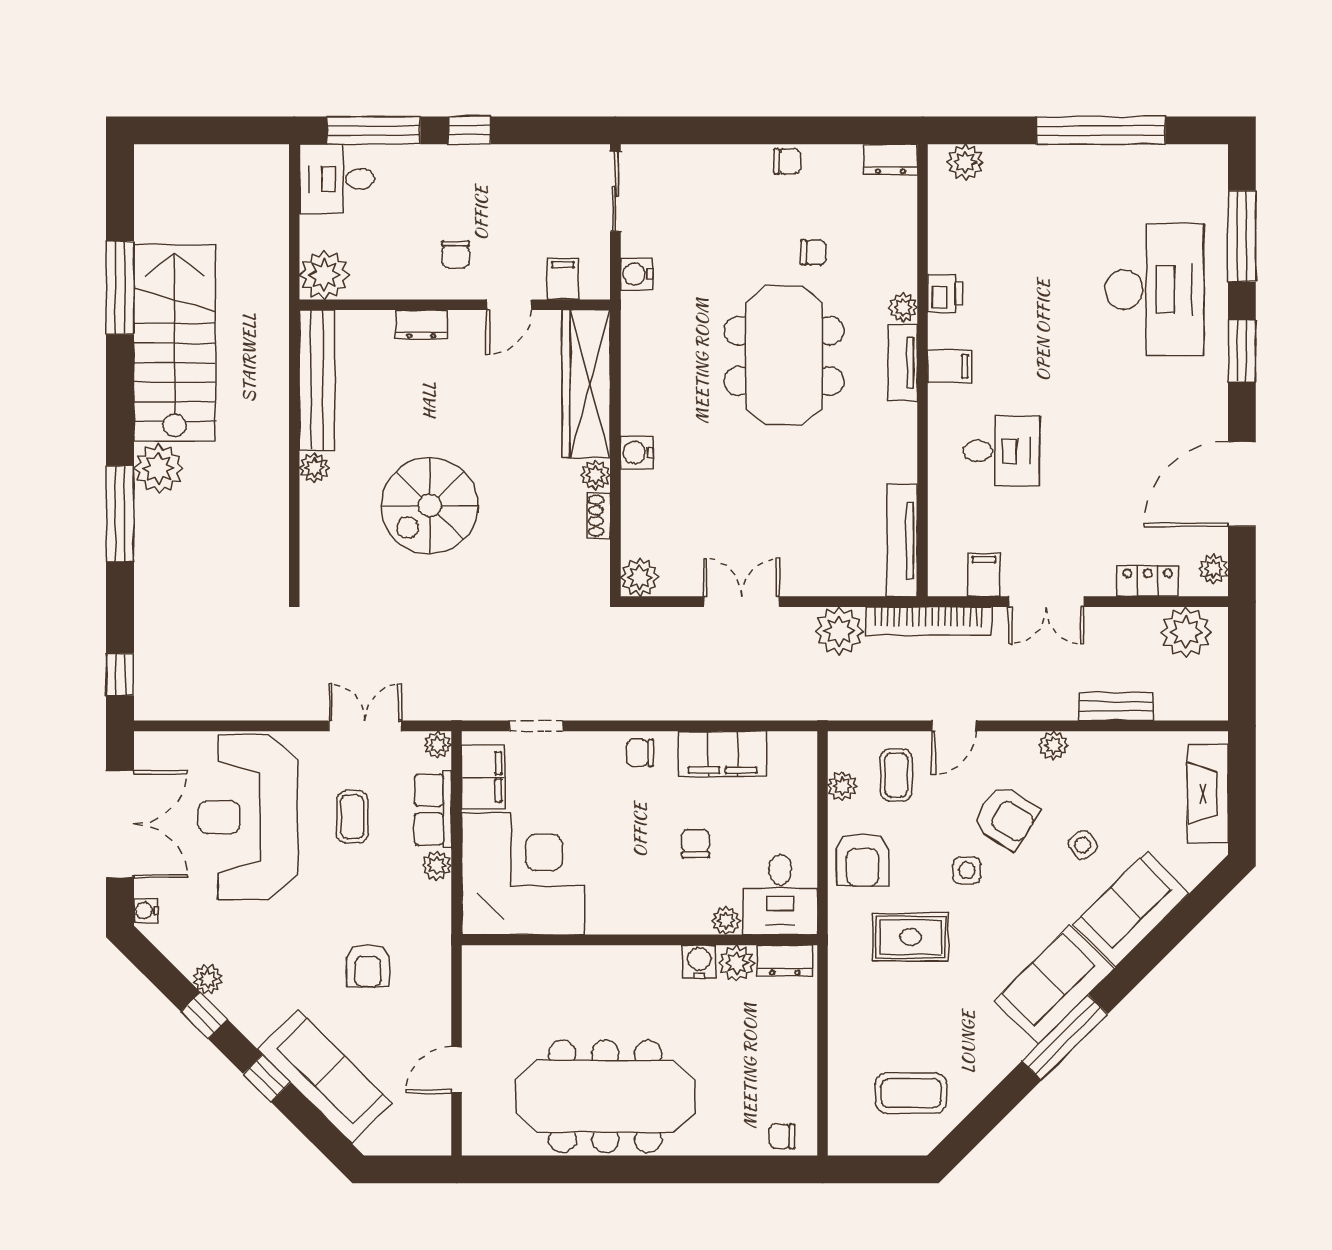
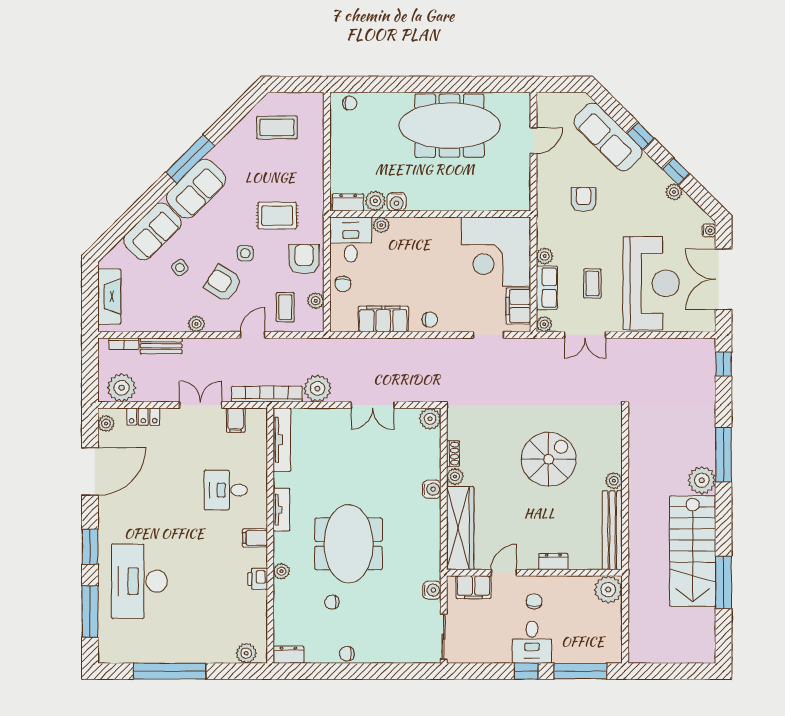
desk: (337, 179) -> (532, 642), moved, turned 90
filing cabinet: (563, 279) -> (473, 587), width x2.00
tv unit: (903, 363) -> (281, 510), moved
bookcase: (1182, 710) -> (124, 344), added
chair: (696, 844) -> (343, 284), moved

